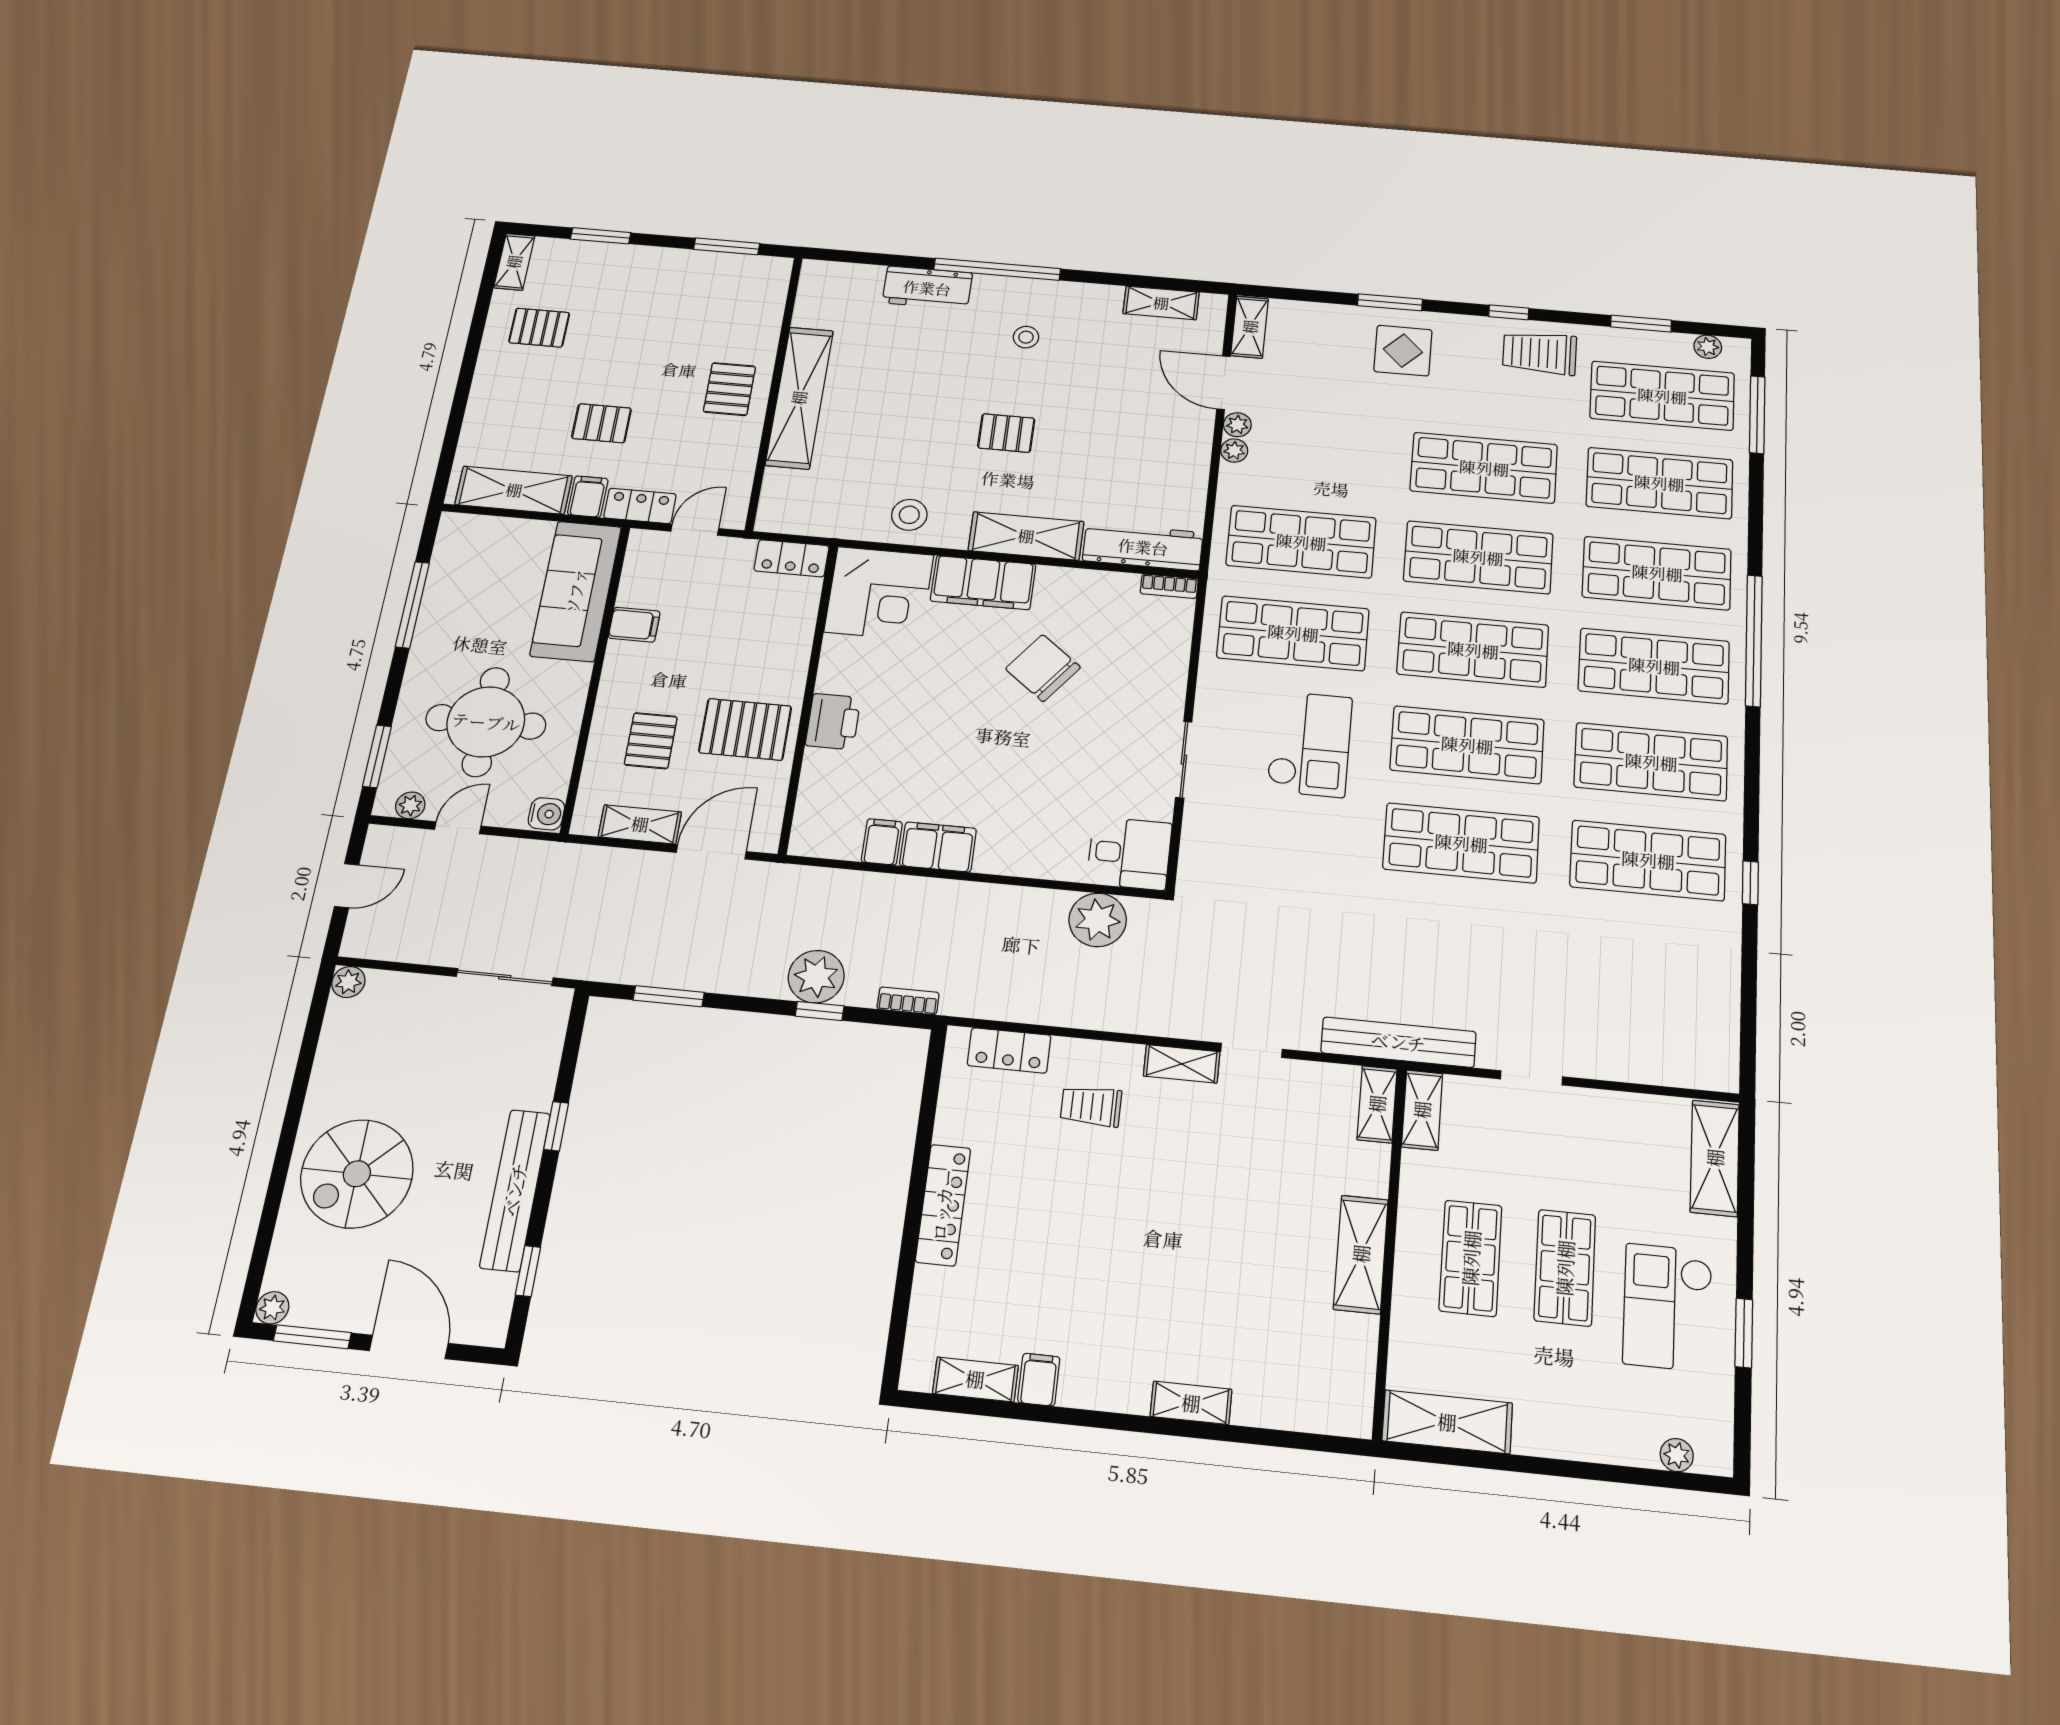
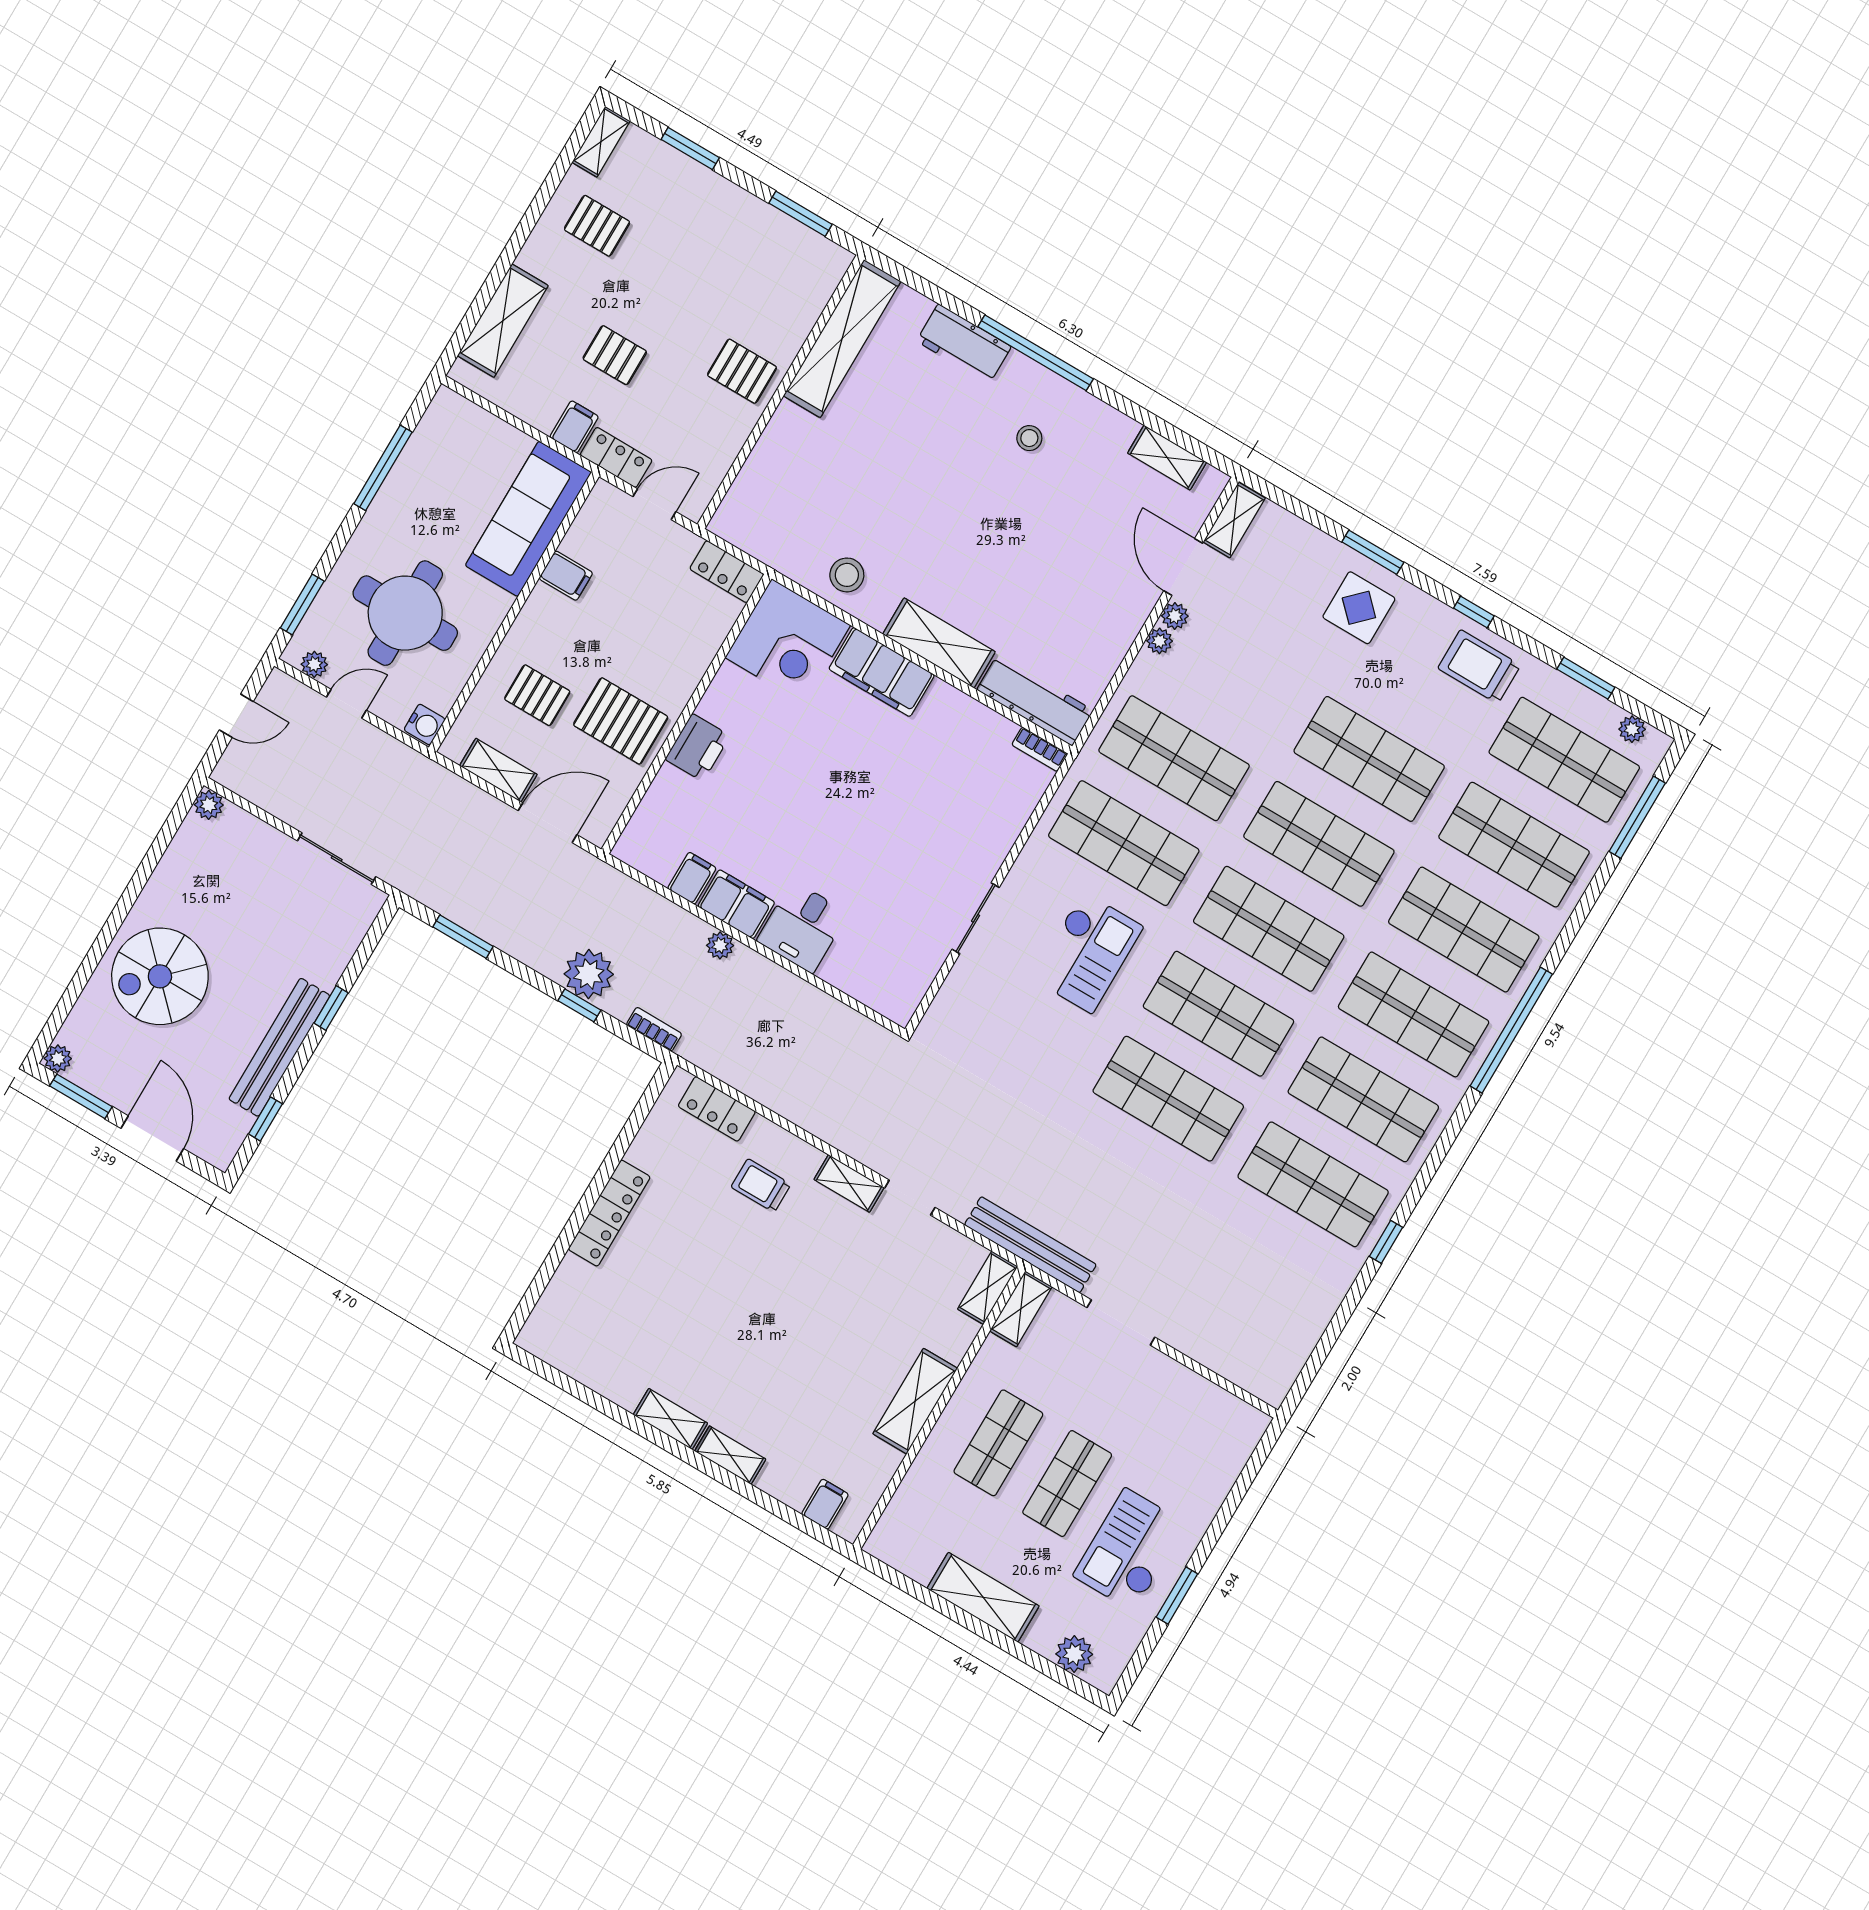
pallet: (729, 389) -> (742, 371), turned 90
shelving: (799, 398) -> (842, 339), moved
pallet: (1006, 433) -> (968, 531), removed
shelving: (514, 490) -> (503, 321), moved, turned 90
chair: (1043, 668) -> (896, 778), removed
pallet: (651, 741) -> (537, 695), turned 90
desk: (1129, 853) -> (802, 927), moved, turned 90
plant: (1098, 920) -> (720, 945), moved, width x0.53, depth x0.53
doorway: (1531, 1078) -> (1121, 1322), width x1.38
shelving: (1715, 1158) -> (1230, 1452), removed
shelving: (975, 1379) -> (670, 1419), moved
filing cabinet: (1039, 1380) -> (825, 1504), moved
shelving: (1447, 1422) -> (983, 1597), moved
plant: (1677, 1455) -> (1074, 1654), width x1.38, depth x1.38

